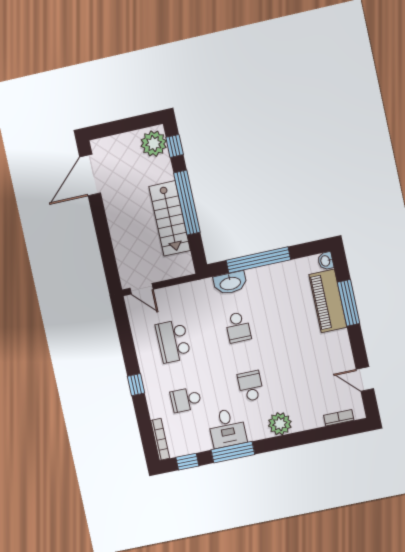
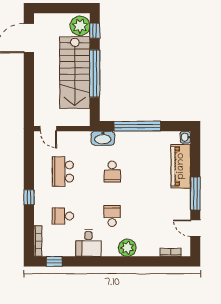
stairs: (170, 218) -> (75, 73), width x1.36, depth x1.51
washbasin: (230, 283) -> (103, 138), moved
window: (349, 303) -> (195, 193), moved
window: (233, 452) -> (89, 261), removed

